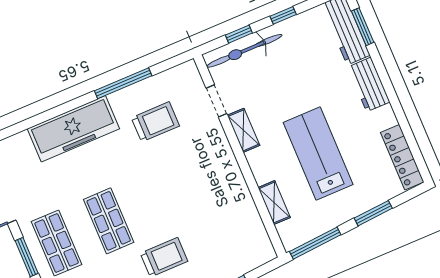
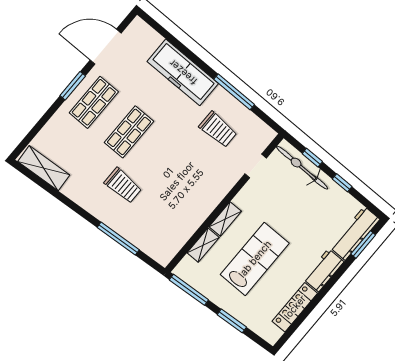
shelving: (243, 130) -> (225, 219), moved
locker: (402, 157) -> (295, 307), moved

